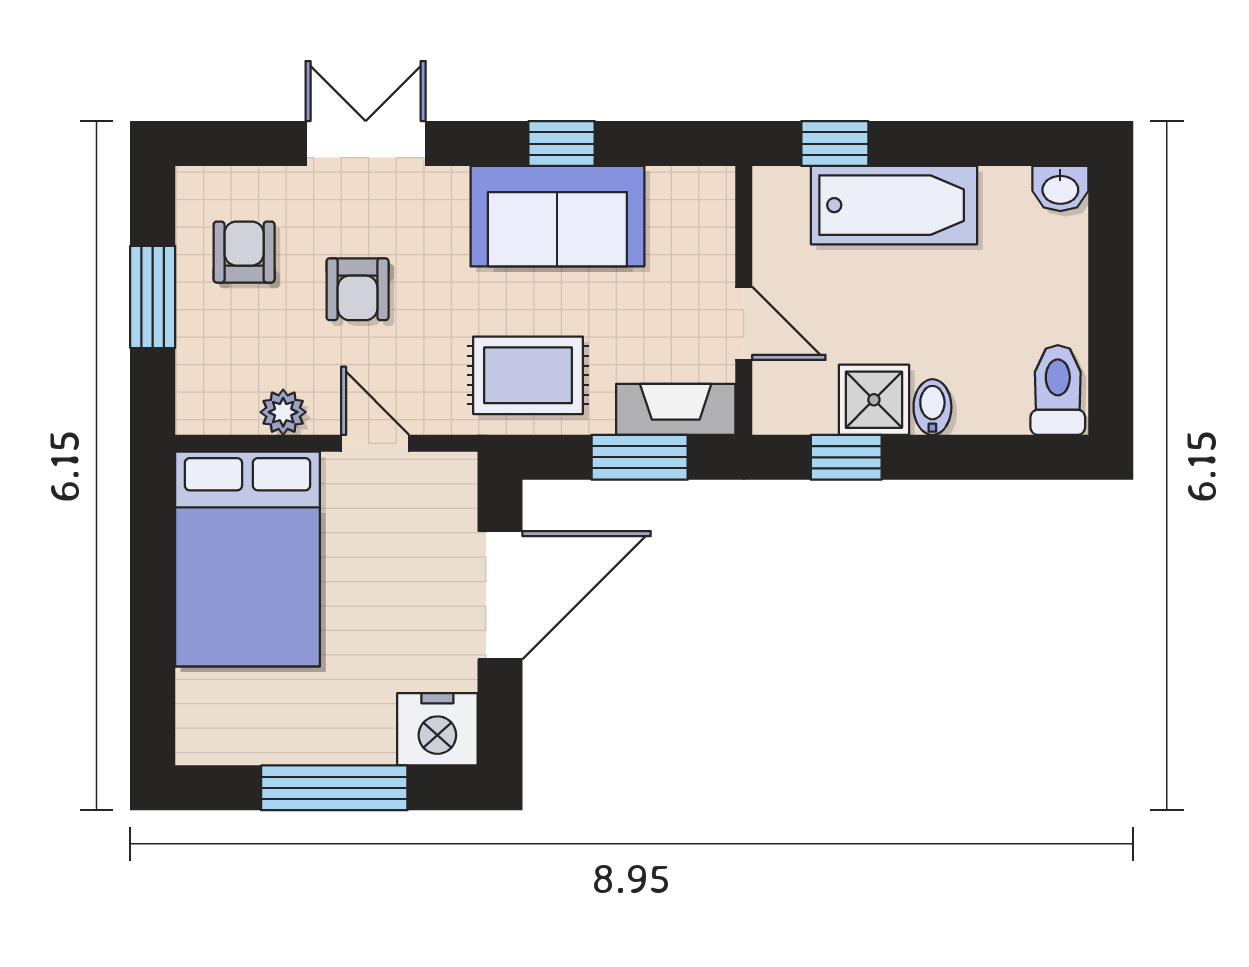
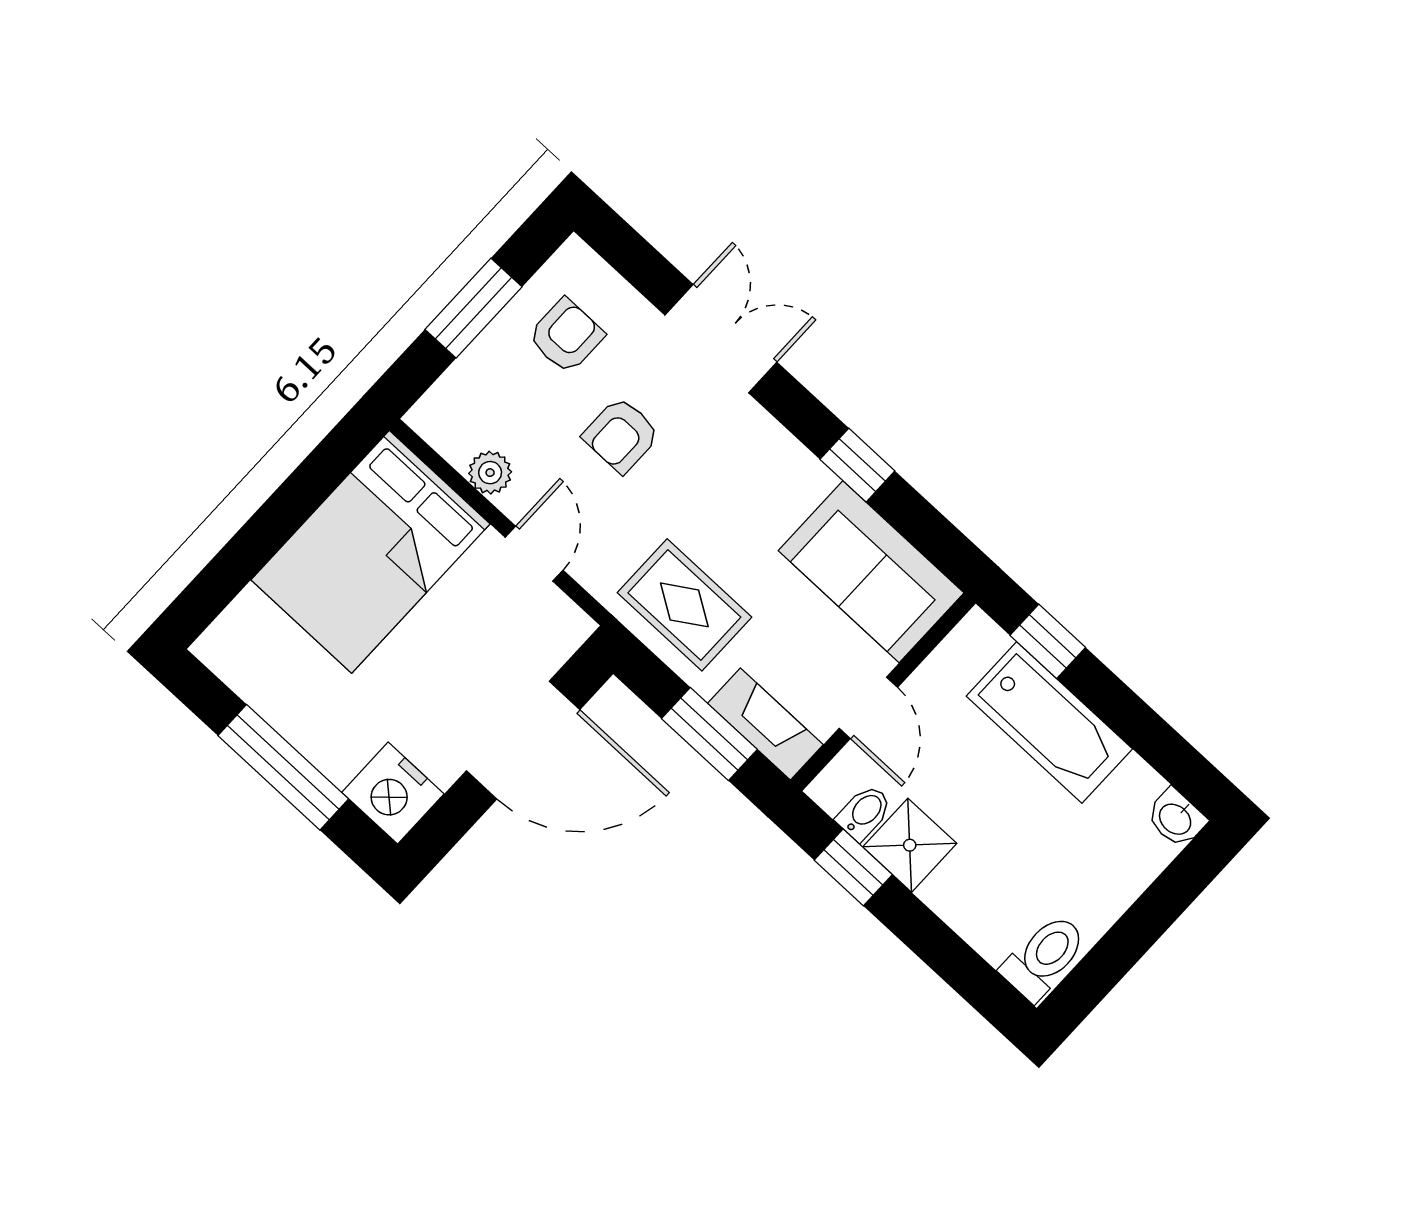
sofa: (557, 216) -> (871, 572), moved
bidet: (932, 407) -> (864, 812), moved

